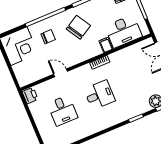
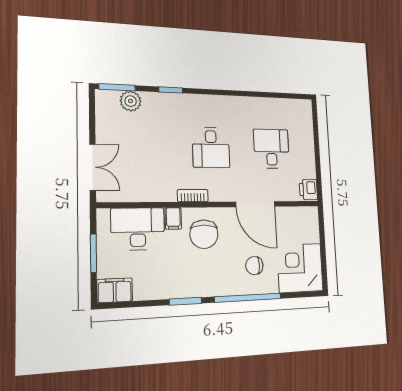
chair: (78, 27) -> (204, 234), moved, turned -59
door: (60, 73) -> (255, 204), width x1.88
desk: (100, 95) -> (211, 147), turned -90

